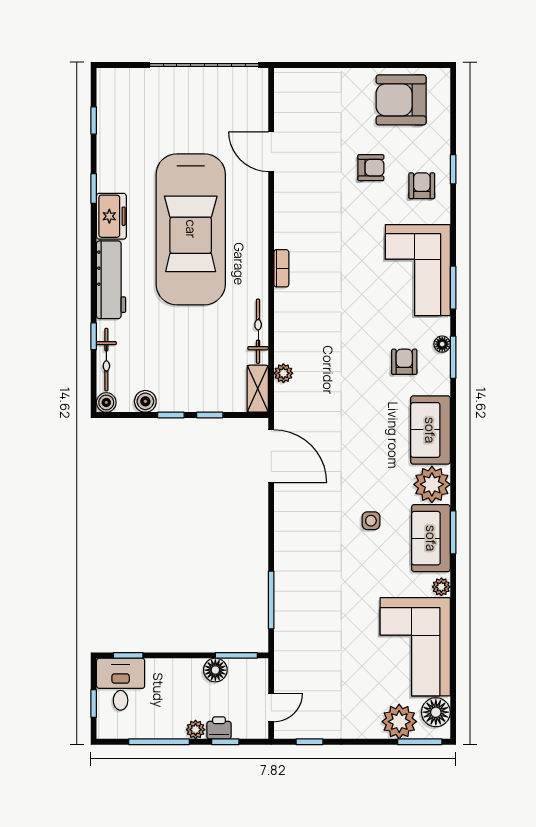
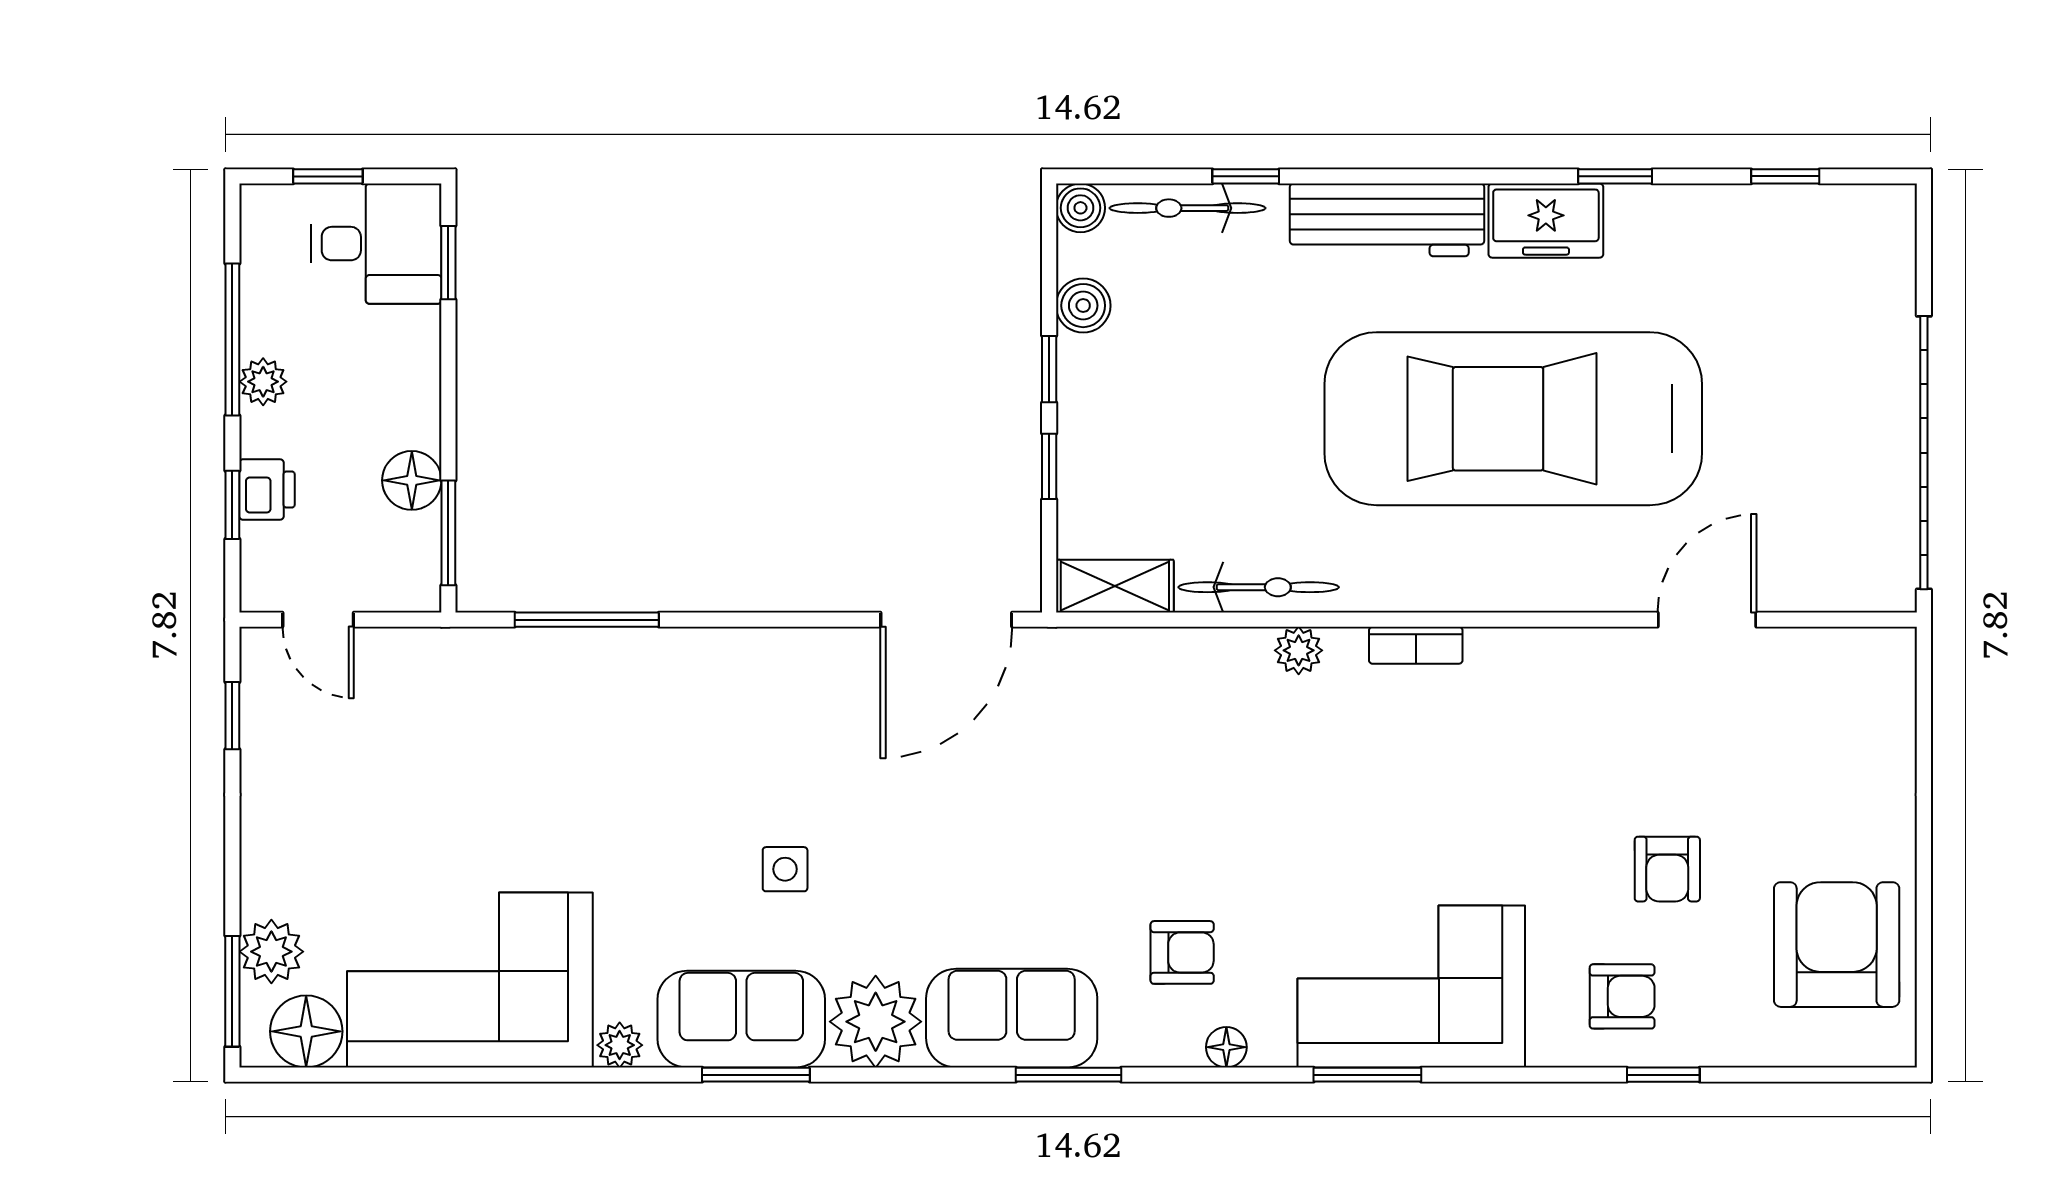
window: (453, 357) -> (1068, 1075), moved
plant: (283, 373) -> (1299, 650), moved
plant: (399, 722) -> (271, 952), width x0.73, depth x0.73
plant: (196, 730) -> (263, 382), moved

